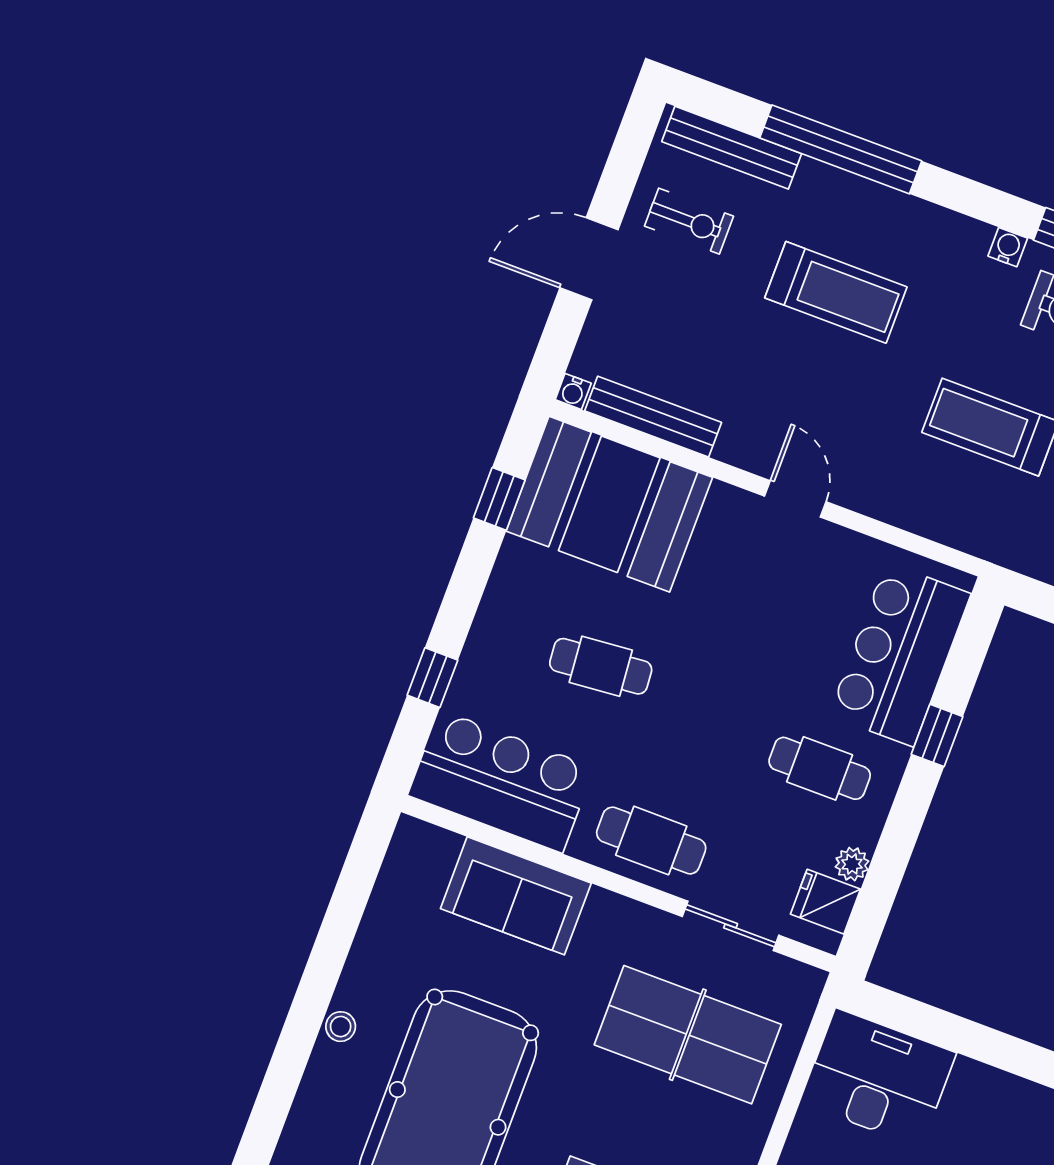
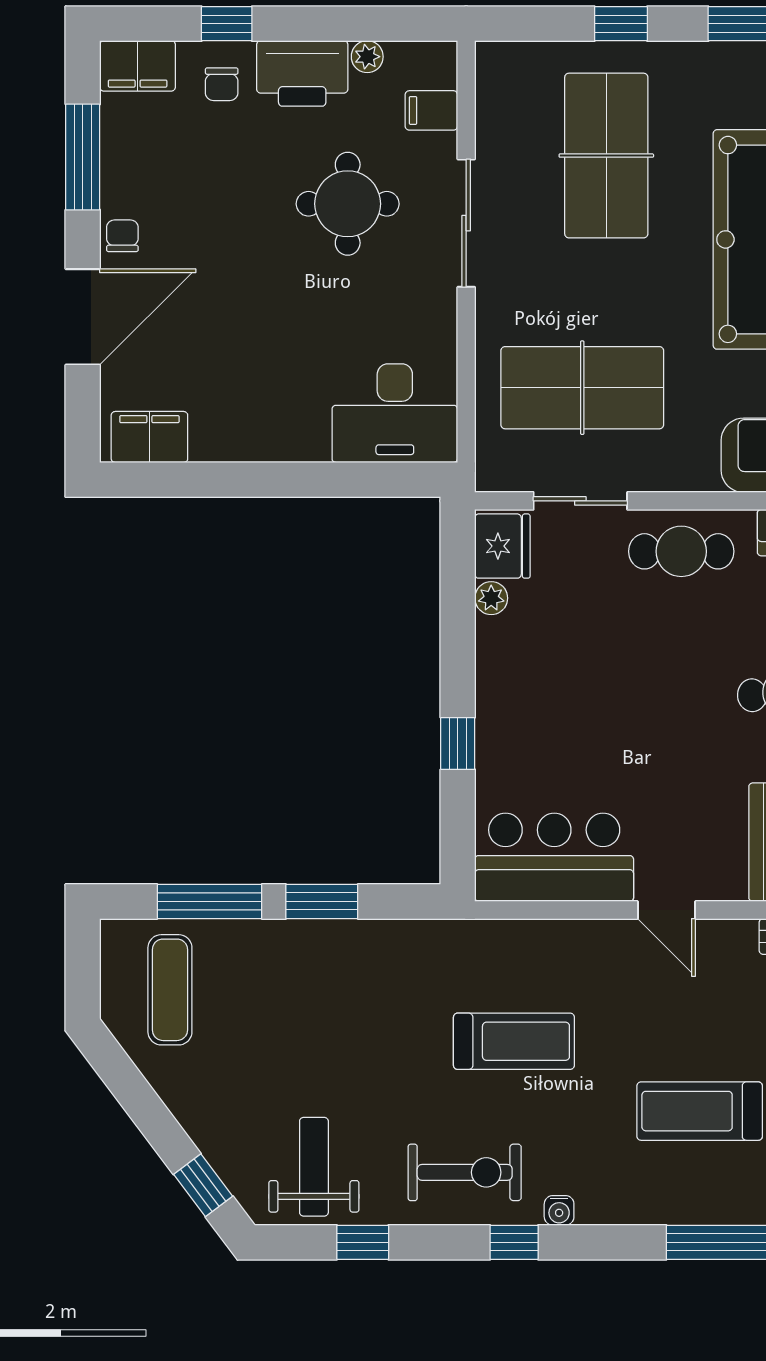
bar counter: (900, 655) -> (554, 857), moved, turned -90
cafe table: (820, 768) -> (553, 674), removed
fridge: (826, 902) -> (502, 546), width x1.38

